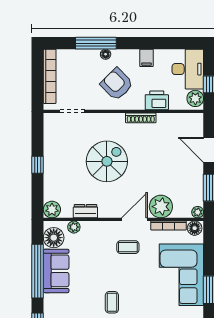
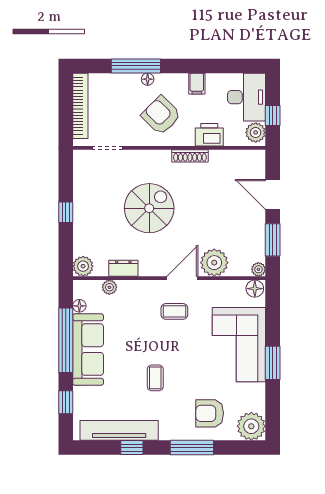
bookcase: (168, 225) -> (223, 285), removed
floor lamp: (54, 238) -> (79, 306), width x0.53, depth x0.53
sofa: (56, 271) -> (88, 350), width x1.36

